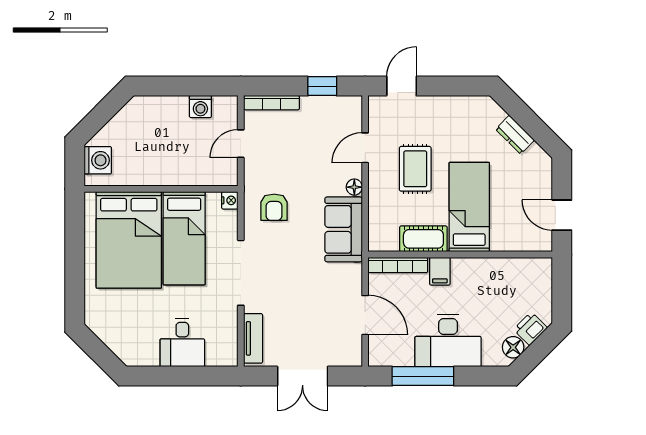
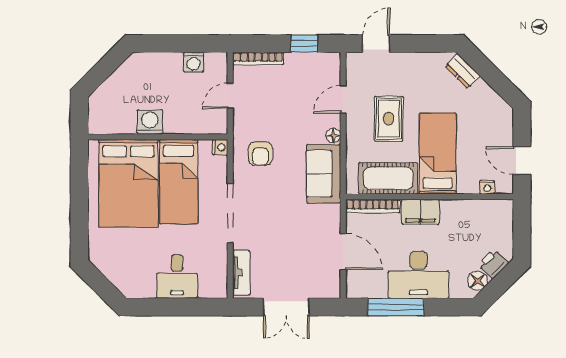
dresser: (515, 135) -> (463, 71), moved
washing machine: (98, 160) -> (150, 122), moved, turned -90
cot: (423, 239) -> (388, 178), width x1.37, depth x1.34
nightstand: (524, 244) -> (487, 187), added
filing cabinet: (440, 271) -> (420, 212), width x2.00

